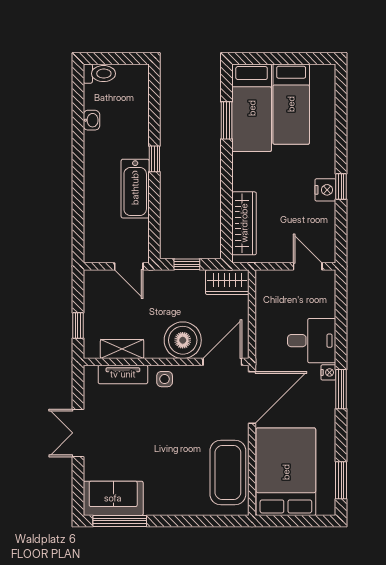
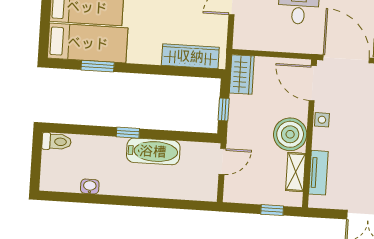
toilet: (99, 74) -> (56, 142), moved, turned 90
boiler: (183, 340) -> (290, 134), moved
side table: (165, 379) -> (322, 120), moved

